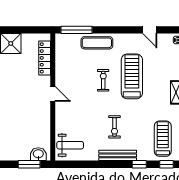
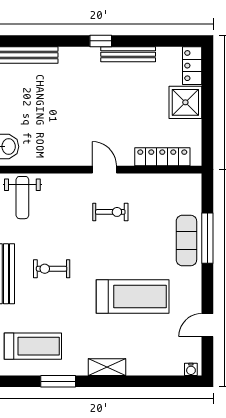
window: (77, 30) -> (207, 238), moved
exercise bike: (103, 80) -> (110, 212), moved
door: (53, 94) -> (104, 170), swing flipped

